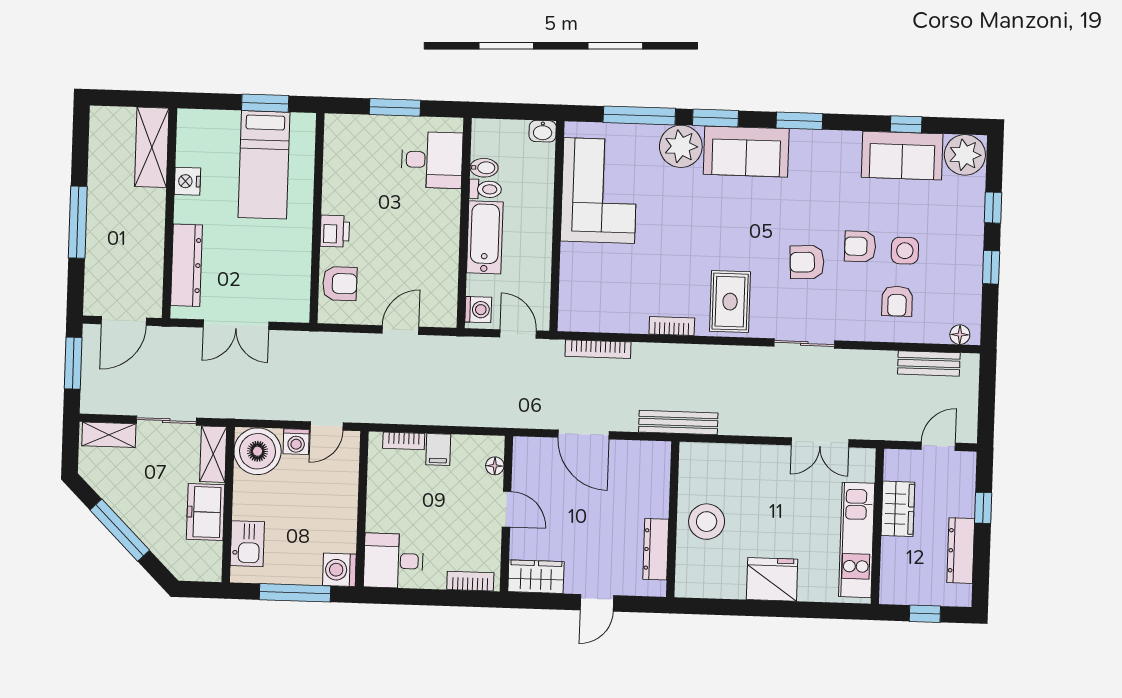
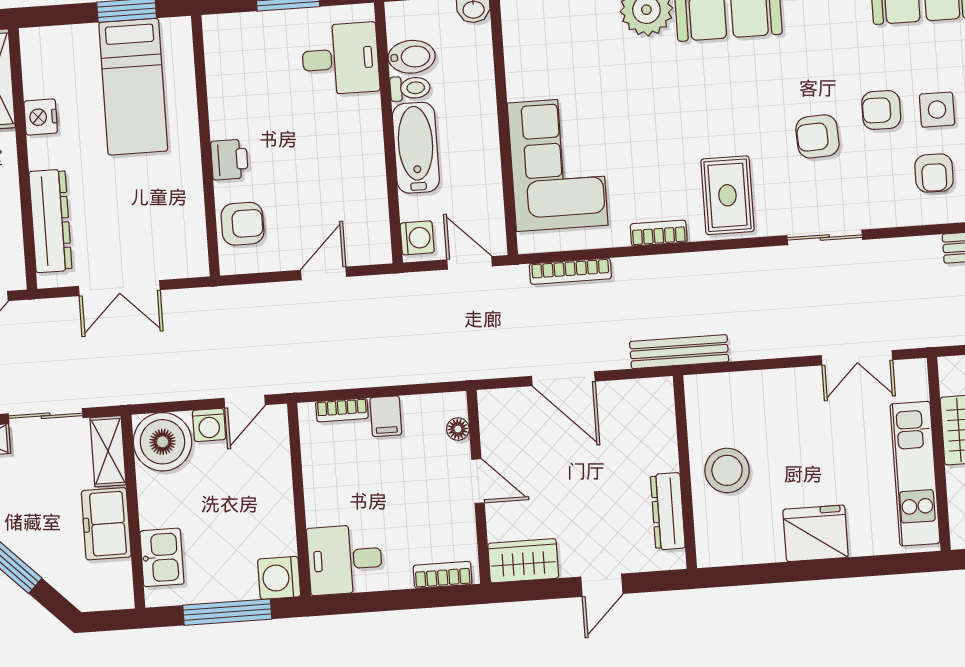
bidet: (484, 168) -> (412, 57), width x1.38, depth x1.36
corner sofa: (599, 190) -> (558, 164), moved

